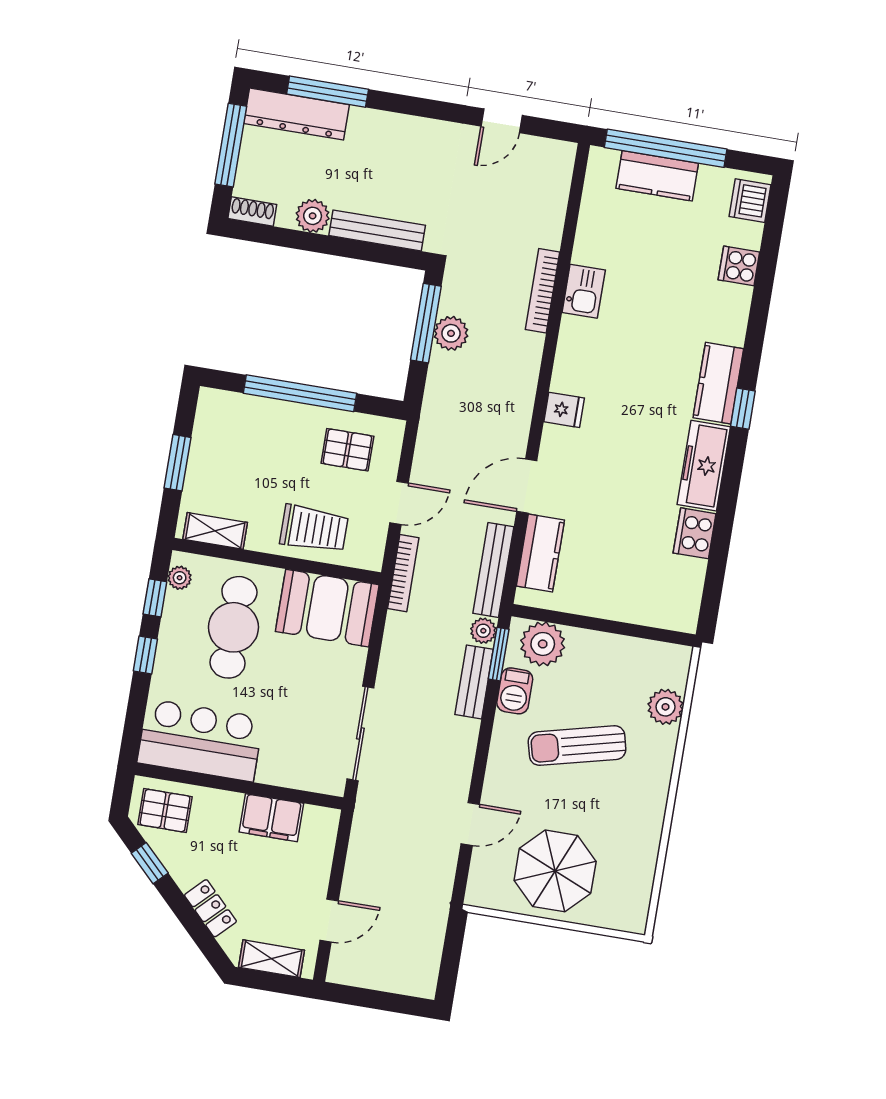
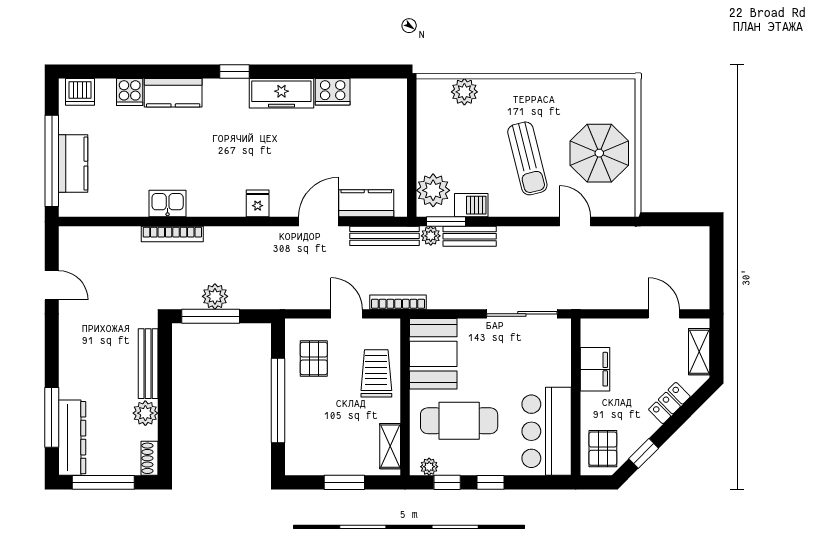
kitchen counter: (718, 383) -> (173, 93), moved
door: (527, 486) -> (319, 222), swing flipped
sun lounger: (577, 746) -> (527, 158), moved

